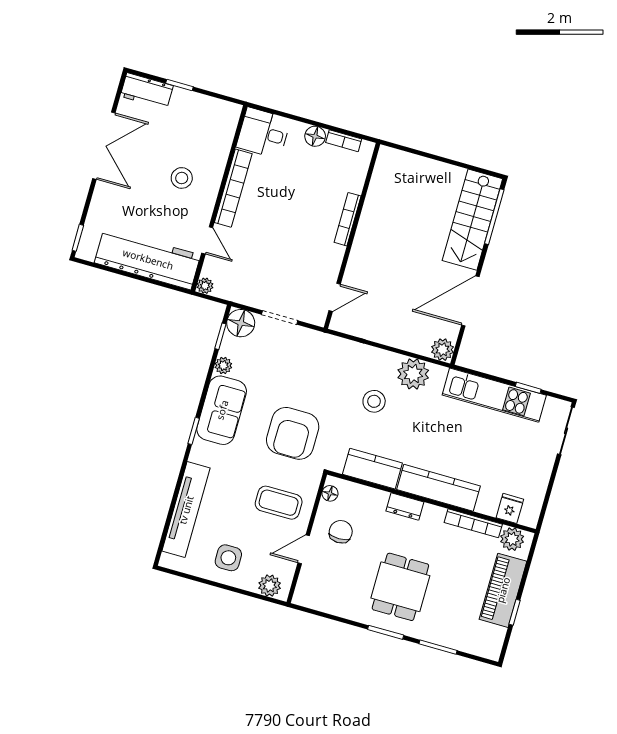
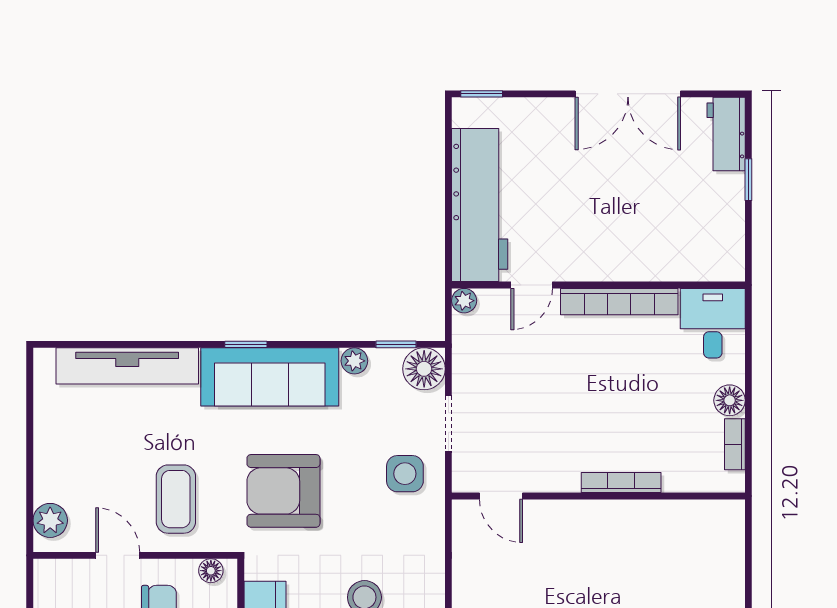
stool: (182, 178) -> (613, 222), removed
sofa: (222, 410) -> (270, 377), width x1.36
side table: (228, 558) -> (405, 474), moved

